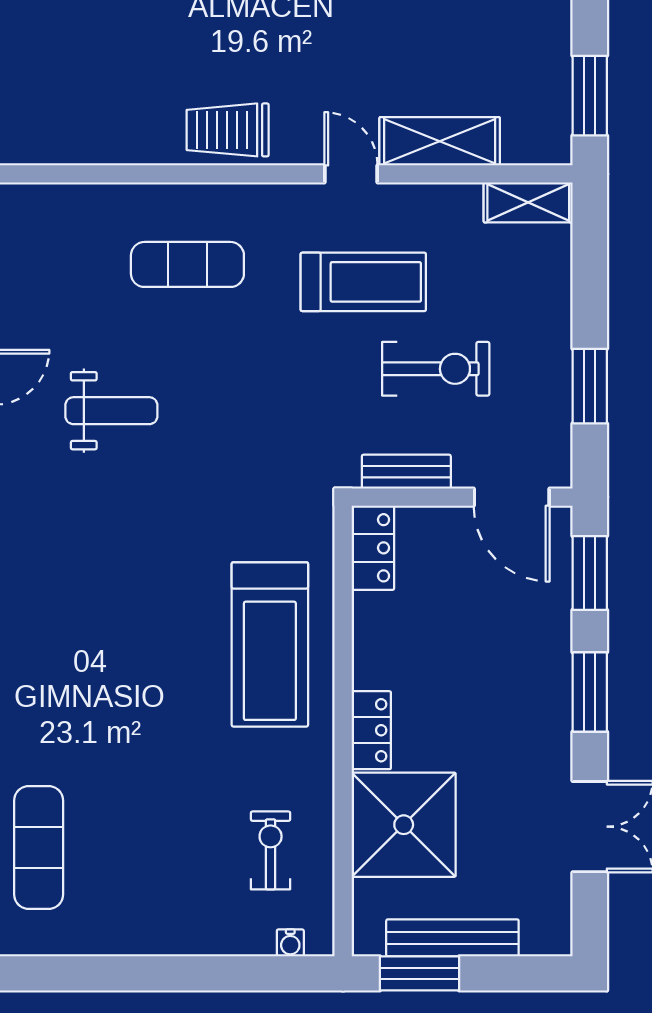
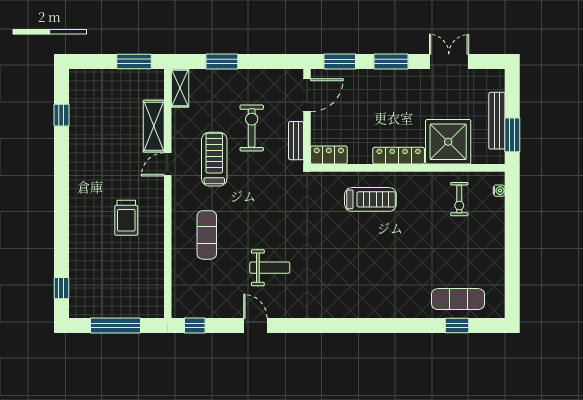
trolley: (228, 130) -> (126, 218), moved
window: (590, 386) -> (222, 62), moved
weight bench: (111, 411) -> (270, 268), turned 90
treadmill: (270, 644) -> (370, 199), width x0.73, depth x0.73
locker: (371, 730) -> (399, 156), width x1.53
exercise bike: (271, 850) -> (459, 199), turned -90

